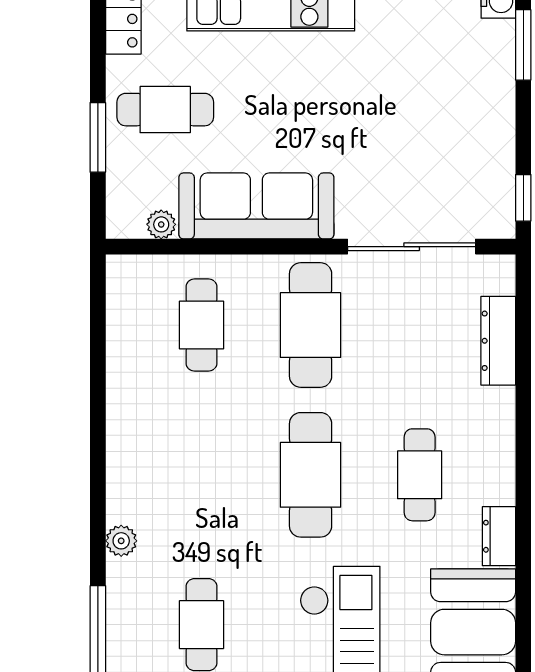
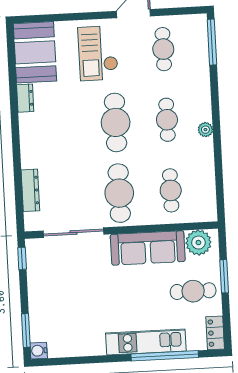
plant: (161, 224) -> (198, 243), width x1.88, depth x1.88
cafe table: (420, 475) -> (167, 120), moved
plant: (121, 541) -> (205, 130), moved

